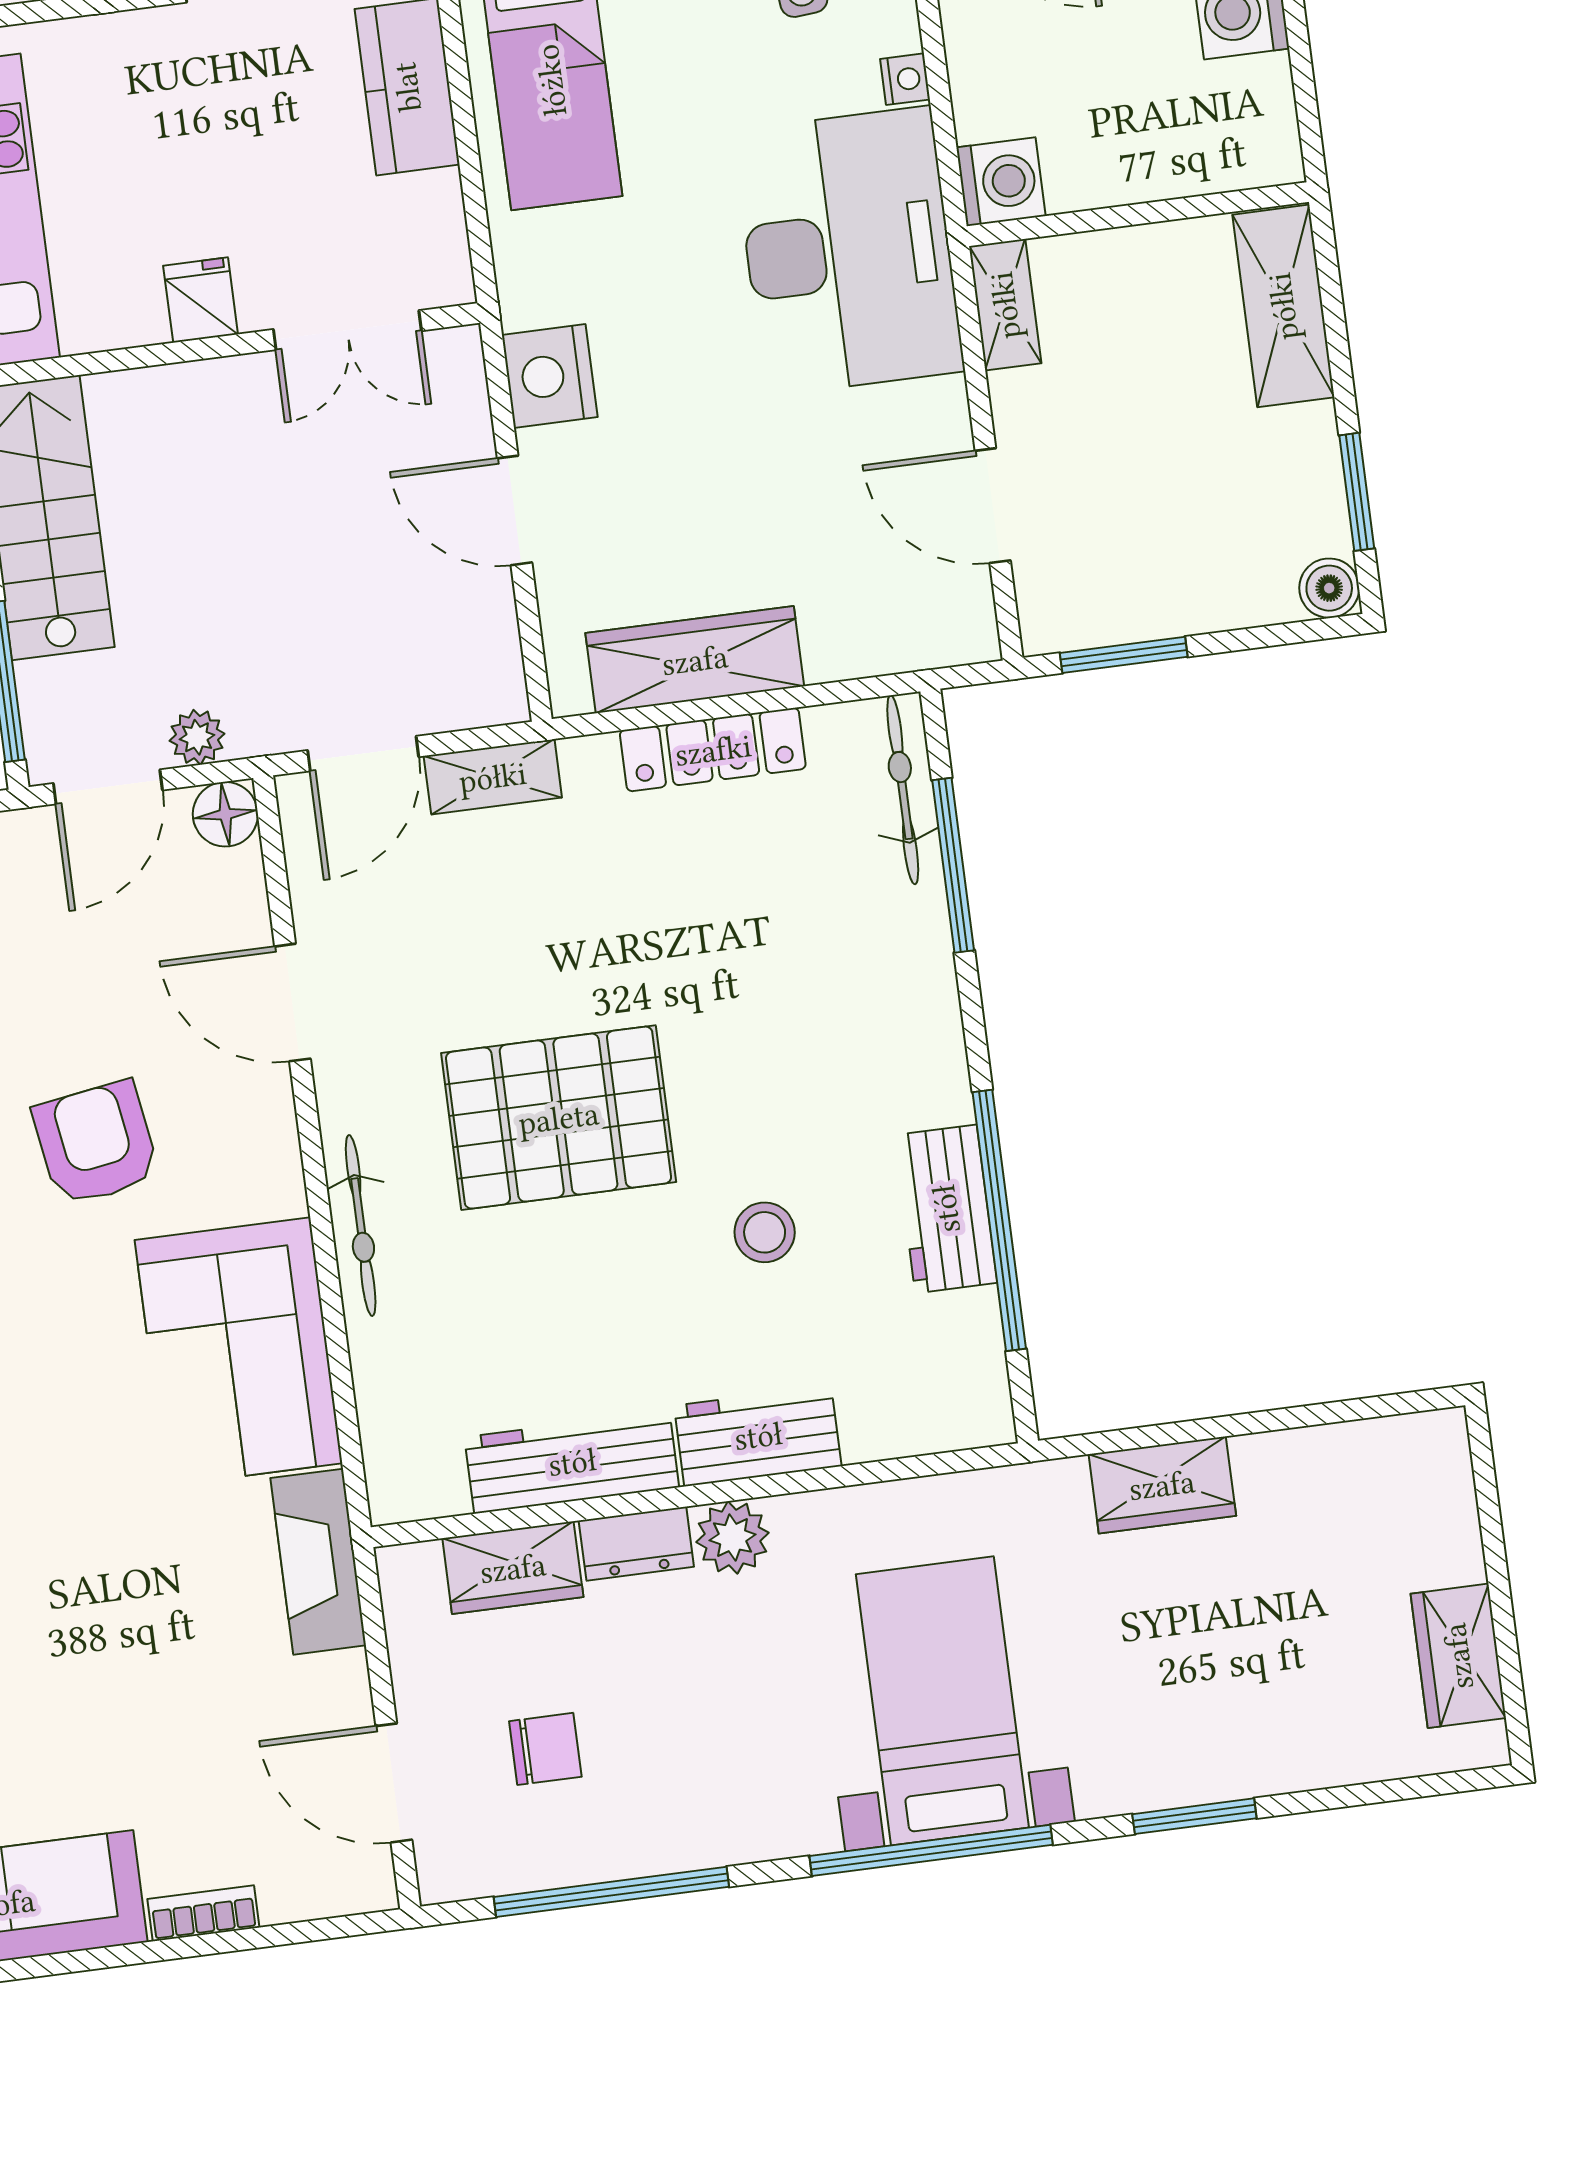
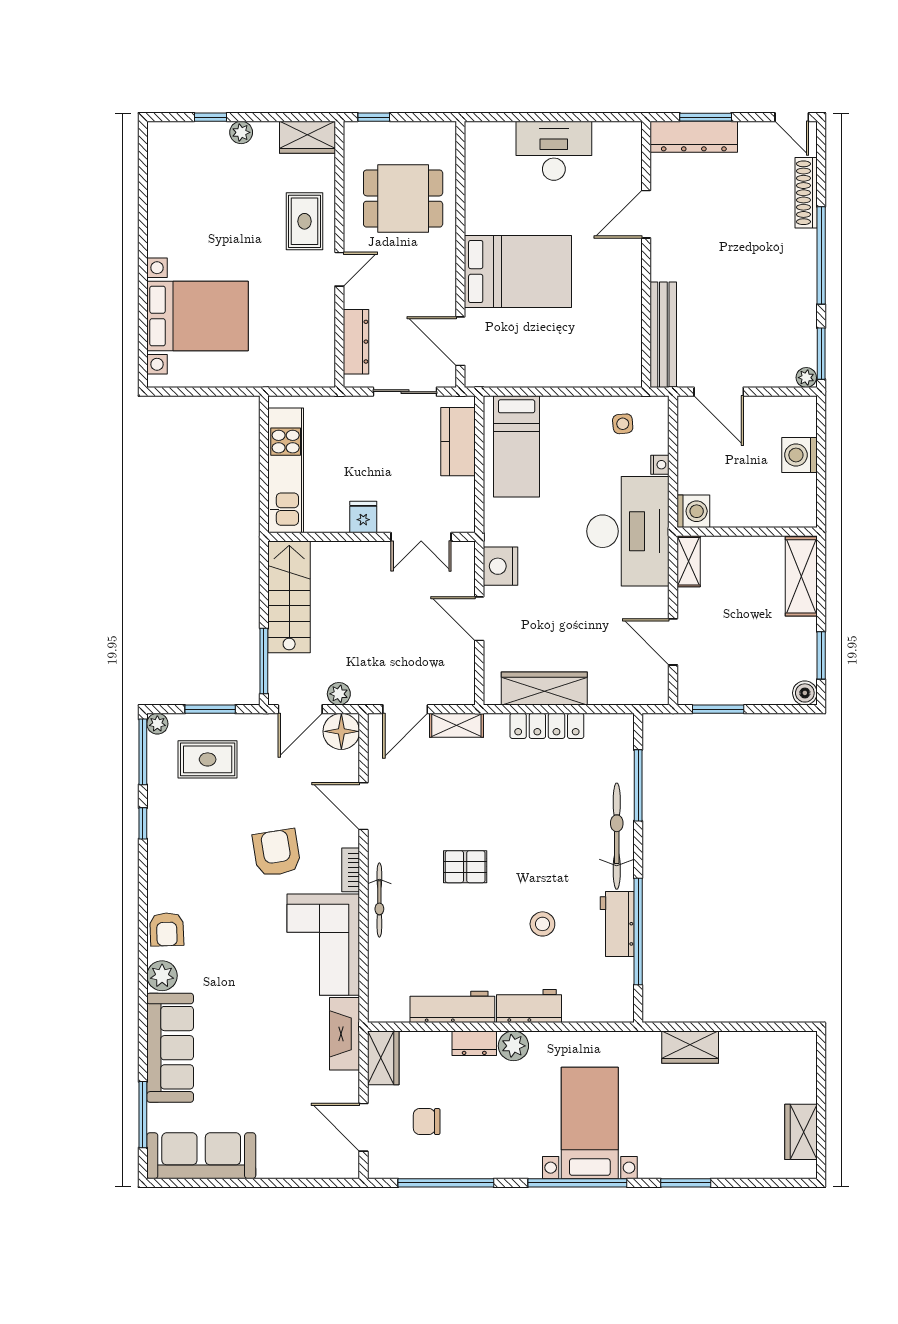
bicycle: (903, 790) -> (617, 836), moved, width x1.37, depth x1.40
floor lamp: (225, 814) -> (341, 731), width x1.38, depth x1.38
pallet: (559, 1118) -> (465, 867), width x0.49, depth x0.50
wardrobe: (513, 1568) -> (383, 1058), moved, turned -90
chair: (545, 1749) -> (427, 1122), turned 180
bookcase: (203, 1913) -> (351, 870), moved, turned -90

